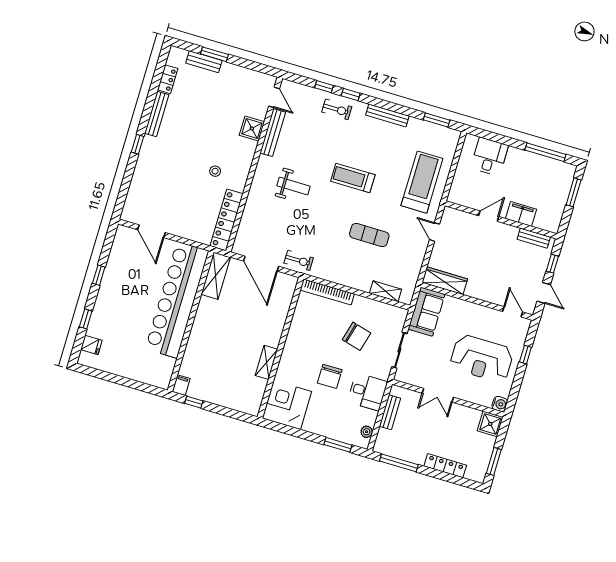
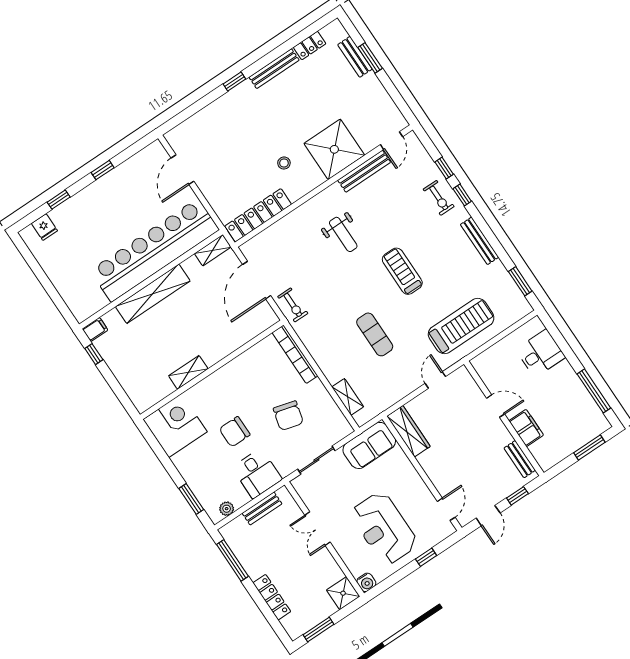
shower: (252, 129) -> (334, 149), width x1.86, depth x1.86
shelving: (216, 276) -> (213, 250), width x0.67, depth x0.75
shelving: (200, 330) -> (153, 294), added

